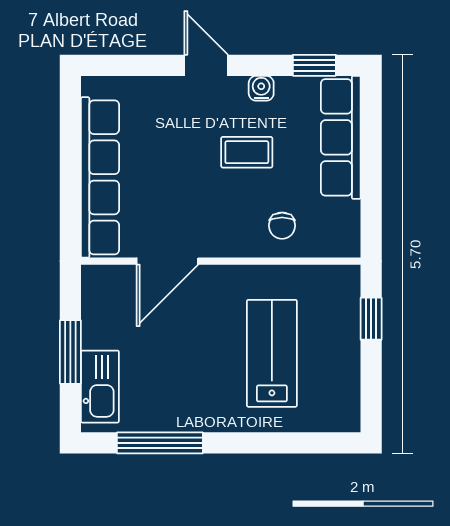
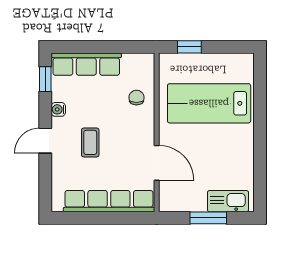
coffee table: (247, 152) -> (90, 142), moved
chair: (282, 226) -> (136, 98), turned -90
lab bench: (272, 353) -> (209, 103), width x1.36, depth x1.39
window: (160, 443) -> (260, 167), removed

